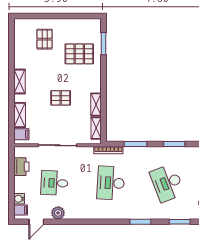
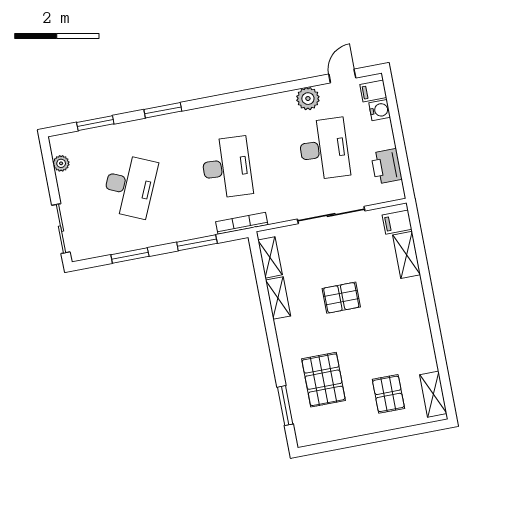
pallet: (79, 54) -> (324, 380), turned 90
shelving: (19, 82) -> (433, 394), moved
desk: (54, 183) -> (324, 149), width x1.37
desk: (167, 183) -> (130, 186), turned 45

